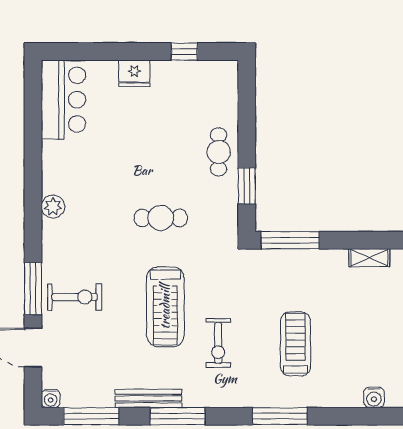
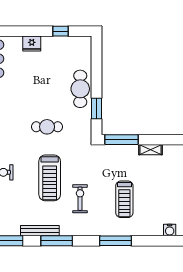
cafe table: (219, 152) -> (80, 89), width x1.37, depth x1.35
shelving: (369, 258) -> (150, 150), moved
exercise bike: (218, 343) -> (80, 199), turned 180
treadmill: (295, 344) -> (124, 199), turned 180

